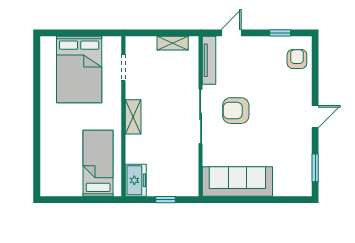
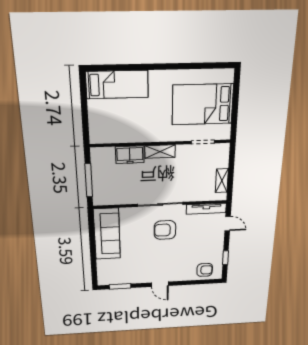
armchair: (236, 111) -> (165, 230), turned -90
bed: (98, 163) -> (117, 85), moved
freezer: (136, 180) -> (130, 155), moved
window: (166, 200) -> (89, 180), width x2.17

